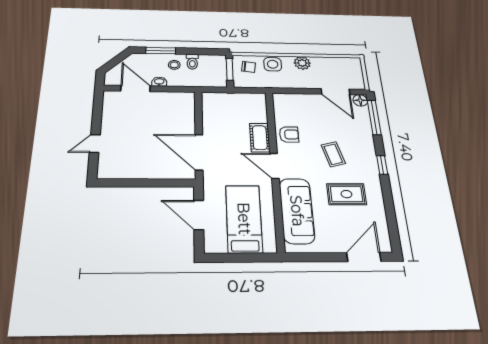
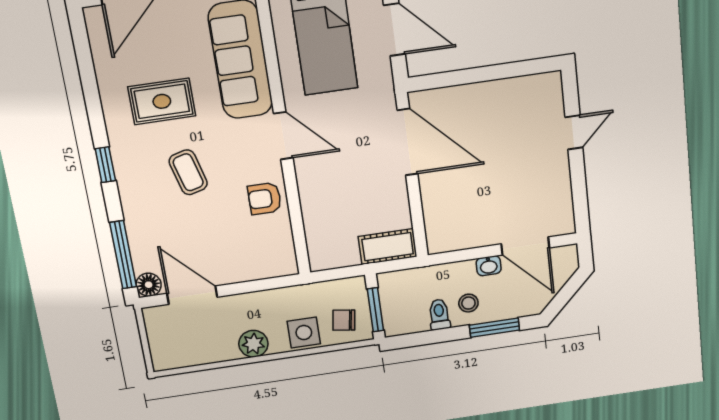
cot: (260, 138) -> (388, 247), moved, turned 90

